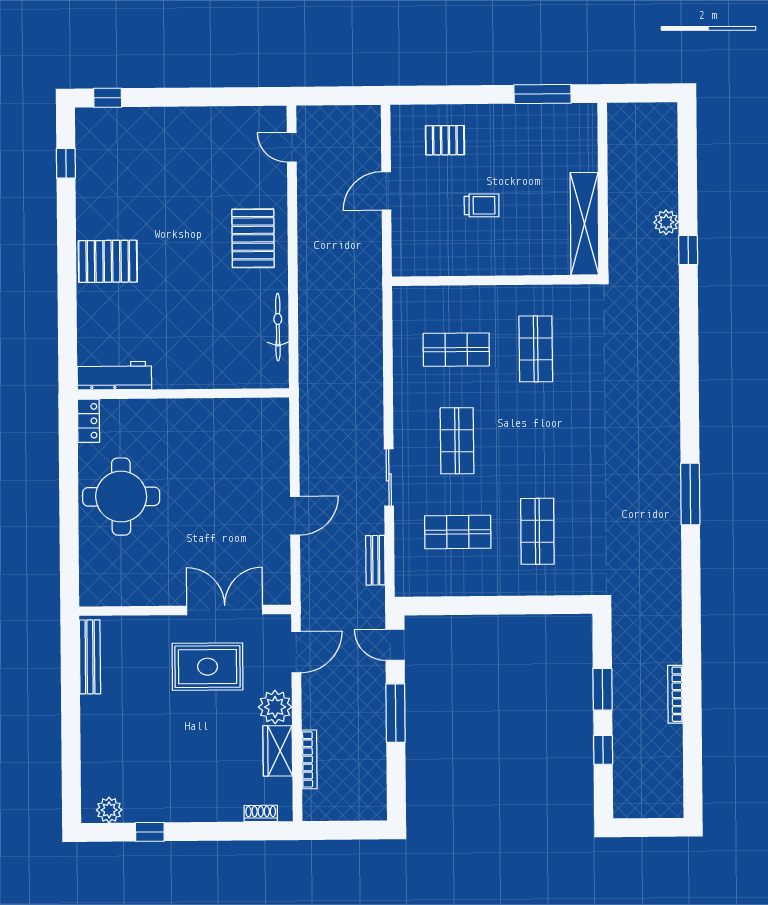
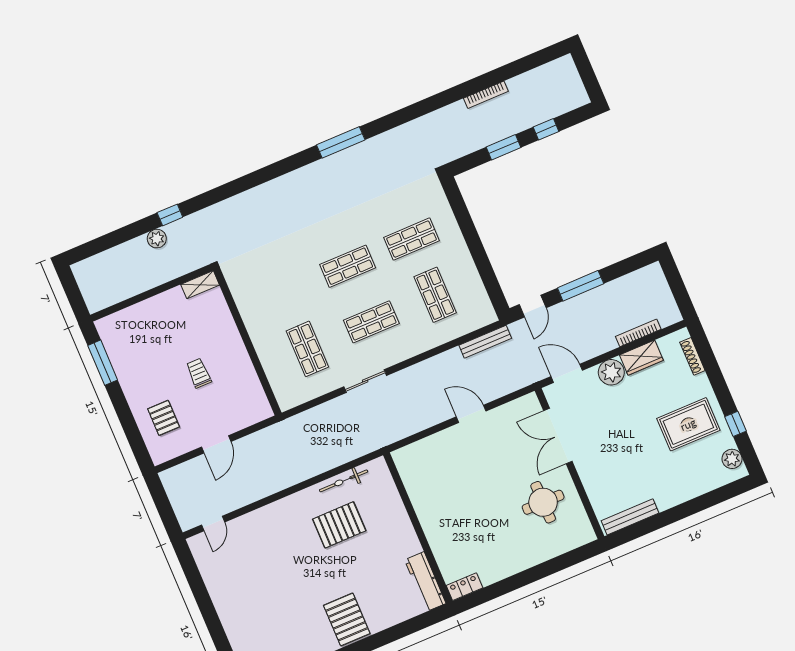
door: (386, 191) -> (216, 444), hinge flipped
shelving: (585, 224) -> (200, 285), width x0.45, depth x0.75
pallet: (253, 238) -> (339, 525), moved
shop shelf: (536, 349) -> (348, 266), moved
sliding door: (389, 477) -> (365, 381), moved
round table: (121, 497) -> (543, 502), moved, width x0.73, depth x0.73
bench: (375, 560) -> (485, 342), width x1.36
rug: (208, 667) -> (688, 424), moved, turned 90
shoe rack: (261, 813) -> (692, 356), width x1.43

